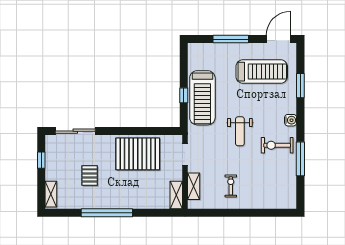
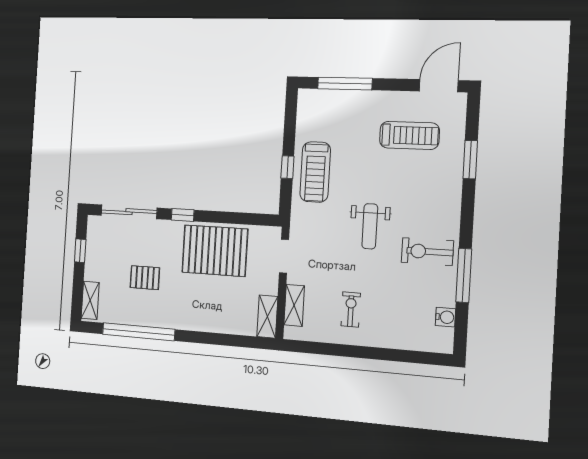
window: (231, 39) -> (345, 84), moved
treadmill: (262, 72) -> (409, 135), width x0.73, depth x0.73
treadmill: (202, 98) -> (315, 172), width x0.73, depth x0.73
water cooler: (291, 120) -> (445, 317), moved
window: (114, 131) -> (183, 215), added
pallet: (90, 175) -> (145, 278), turned 90
window: (107, 213) -> (139, 332), moved

